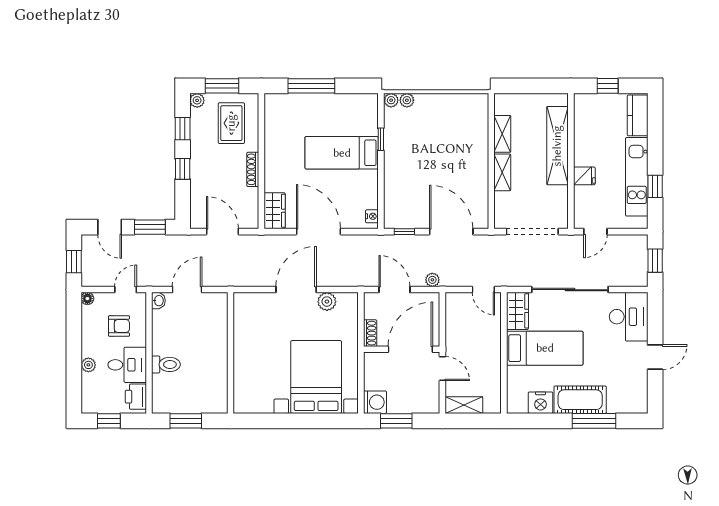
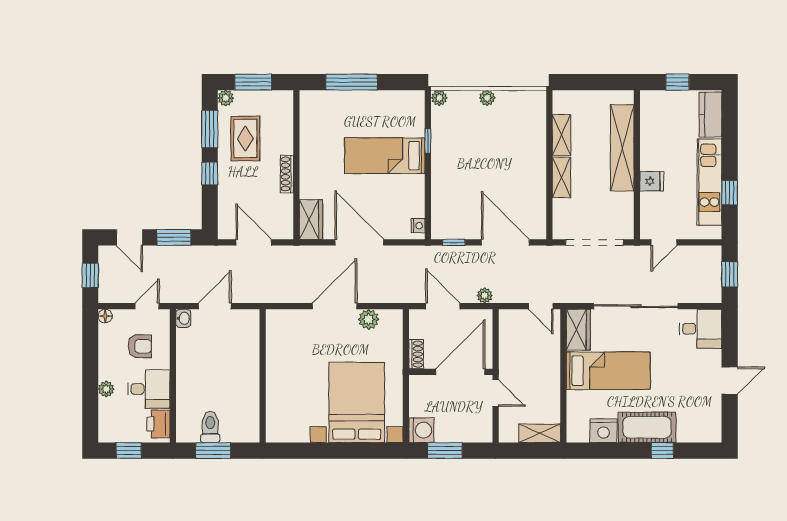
plant: (407, 100) -> (487, 98), moved
rug: (231, 123) -> (245, 139), moved
window: (183, 129) -> (210, 129), width x1.50
desk: (629, 317) -> (700, 329), width x0.73
toilet: (166, 364) -> (210, 427), moved, turned -90
shelving: (464, 405) -> (540, 433), moved
window: (594, 421) -> (662, 451), width x0.46

